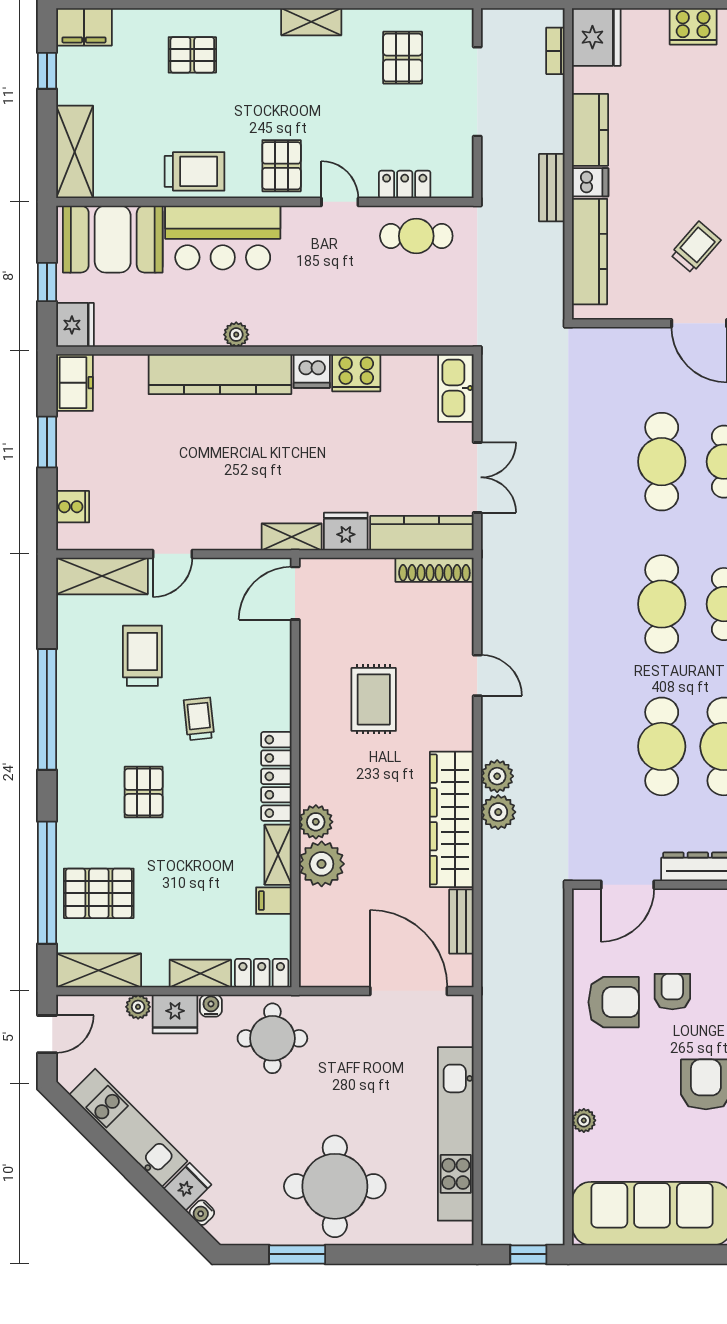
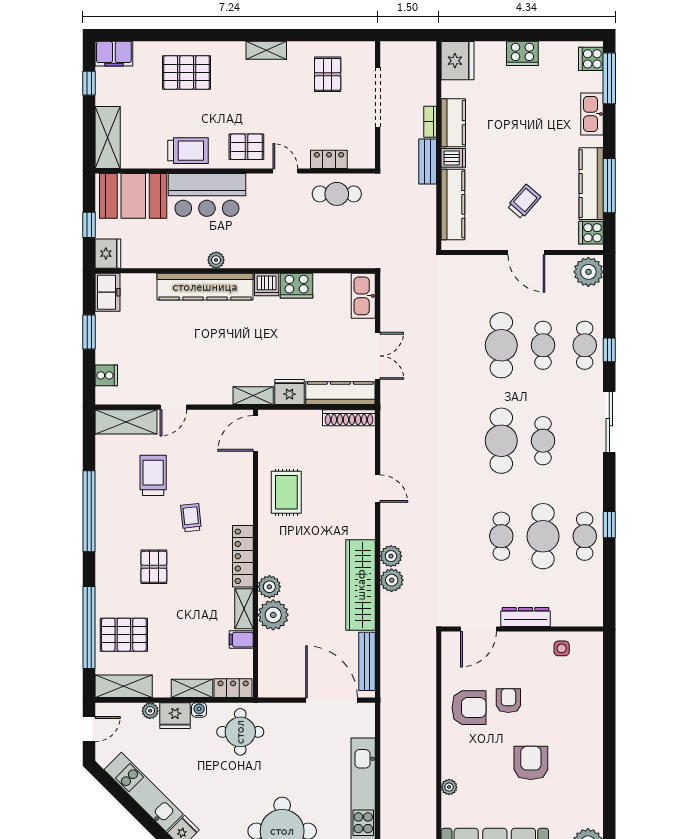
bookcase: (555, 51) -> (430, 122), moved
pallet: (192, 55) -> (187, 72), width x1.50, depth x1.42
pallet: (282, 166) -> (246, 147), turned 90
rug: (374, 699) -> (286, 492), moved
cafe table: (662, 746) -> (501, 536), width x0.73, depth x0.74
bench: (461, 922) -> (367, 661), width x1.36

